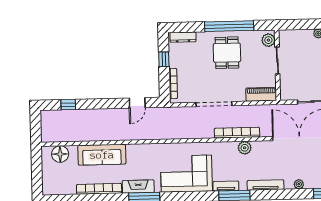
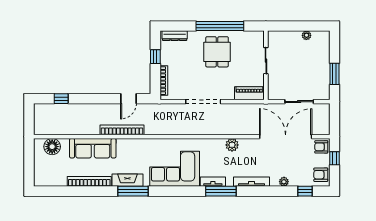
plant: (268, 40) -> (258, 41), removed
bookcase: (237, 133) -> (122, 130), moved

